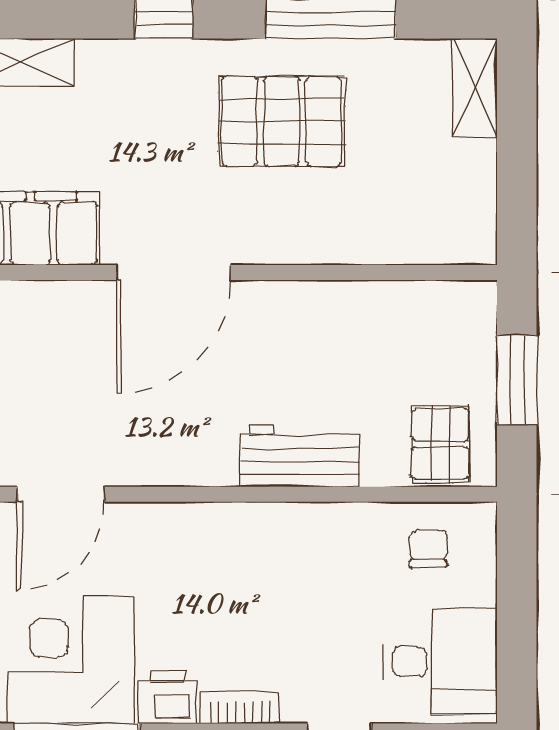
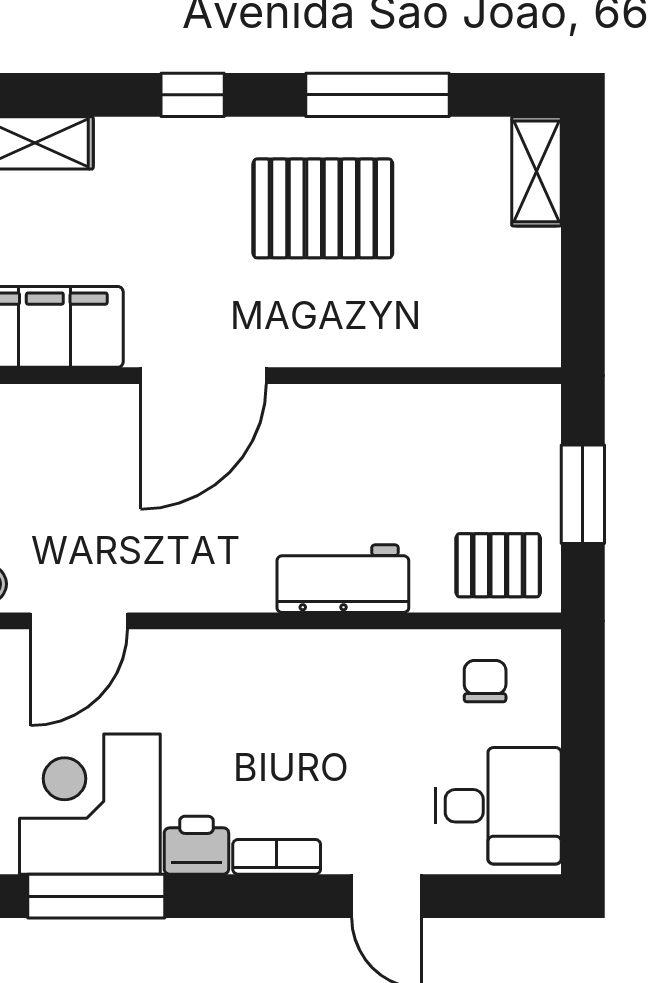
pallet: (440, 444) -> (498, 565), turned 90

